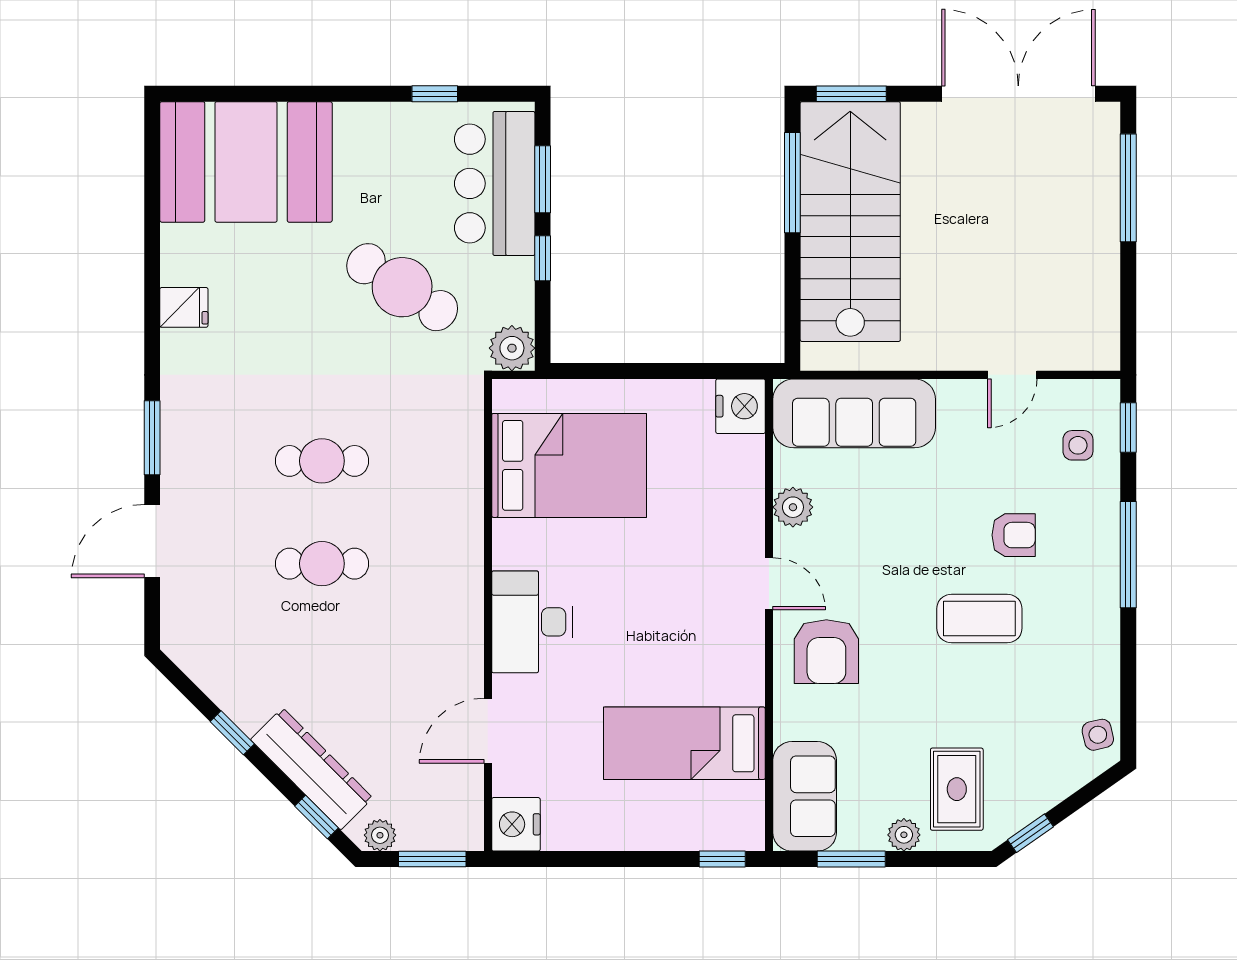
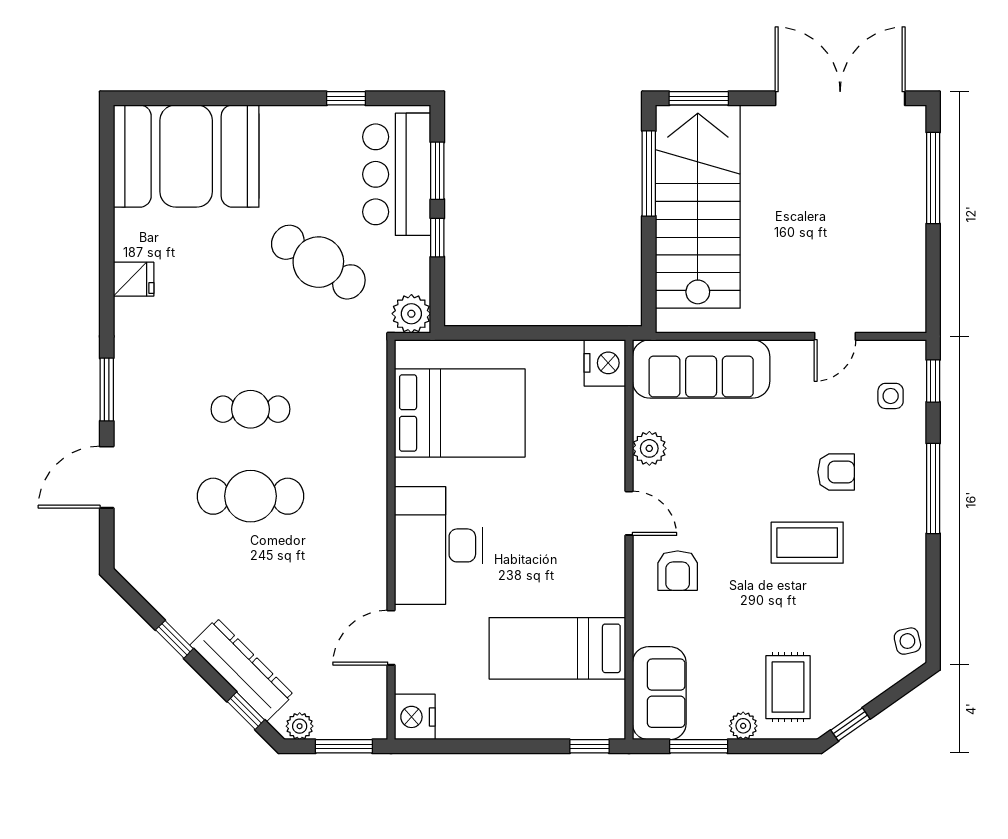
cafe table: (322, 564) -> (250, 496), width x1.37, depth x1.35
desk: (532, 622) -> (438, 545), width x1.36, depth x1.30
armchair: (826, 652) -> (678, 571), width x0.72, depth x0.72

